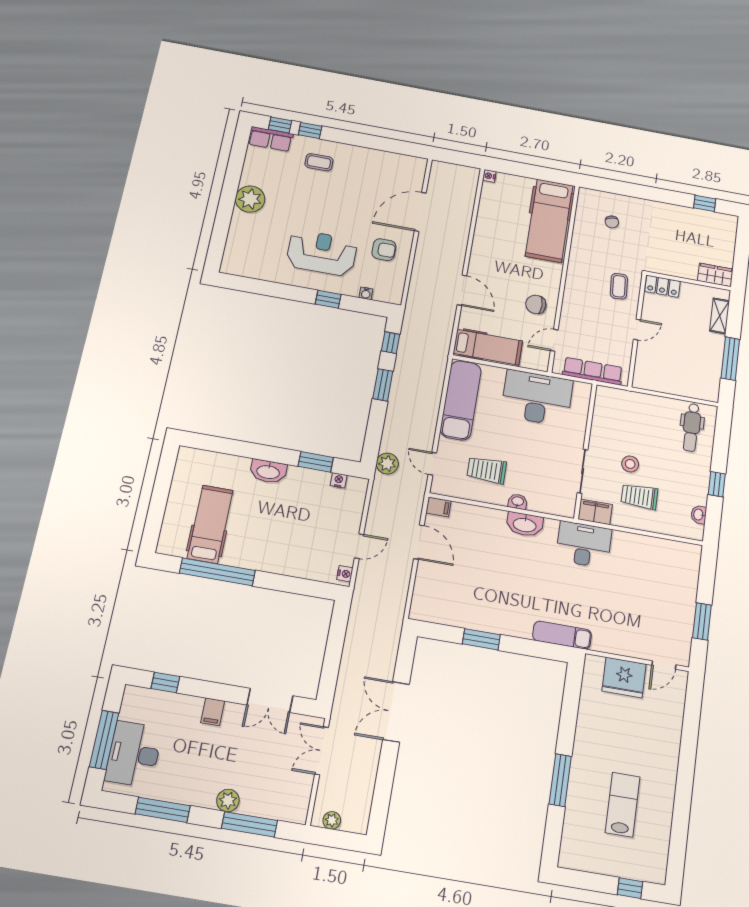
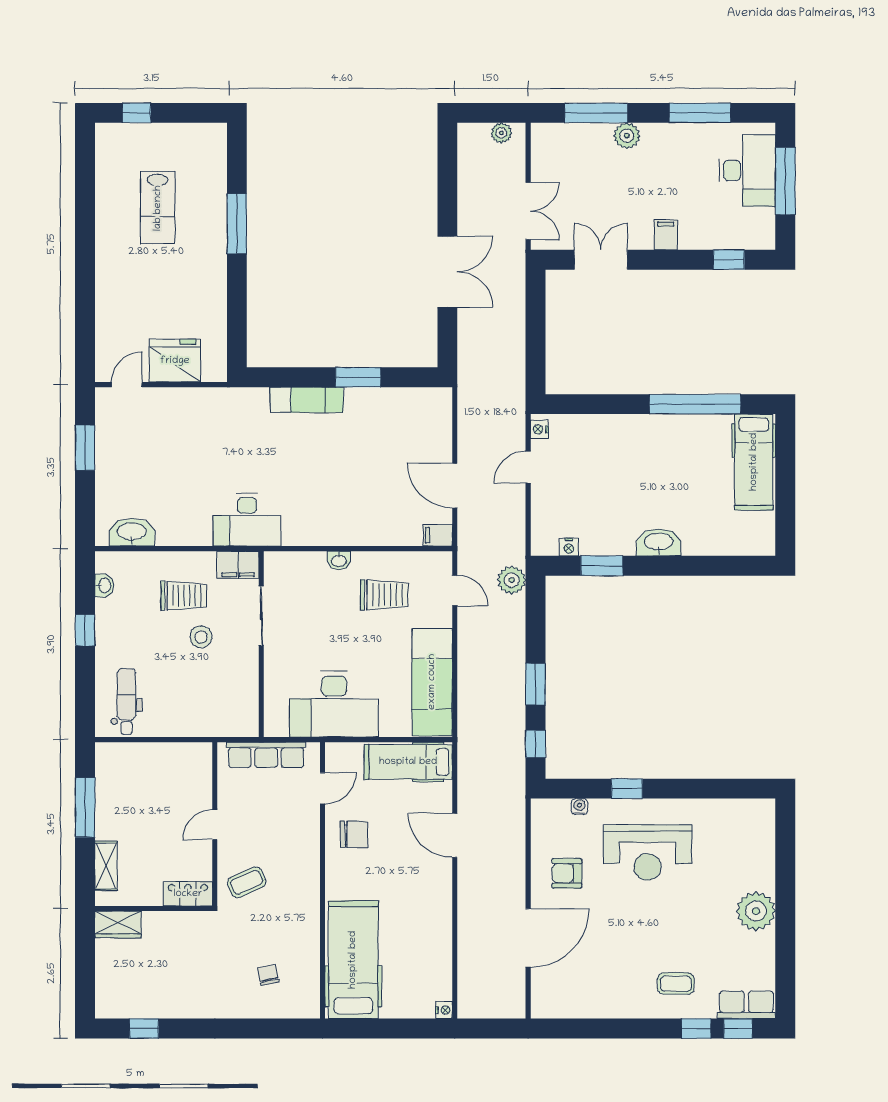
coffee table: (619, 286) -> (247, 882), turned 70
hospital bed: (210, 524) -> (754, 462), moved
washbasin: (525, 524) -> (132, 532), moved
exam couch: (562, 635) -> (307, 400), moved

